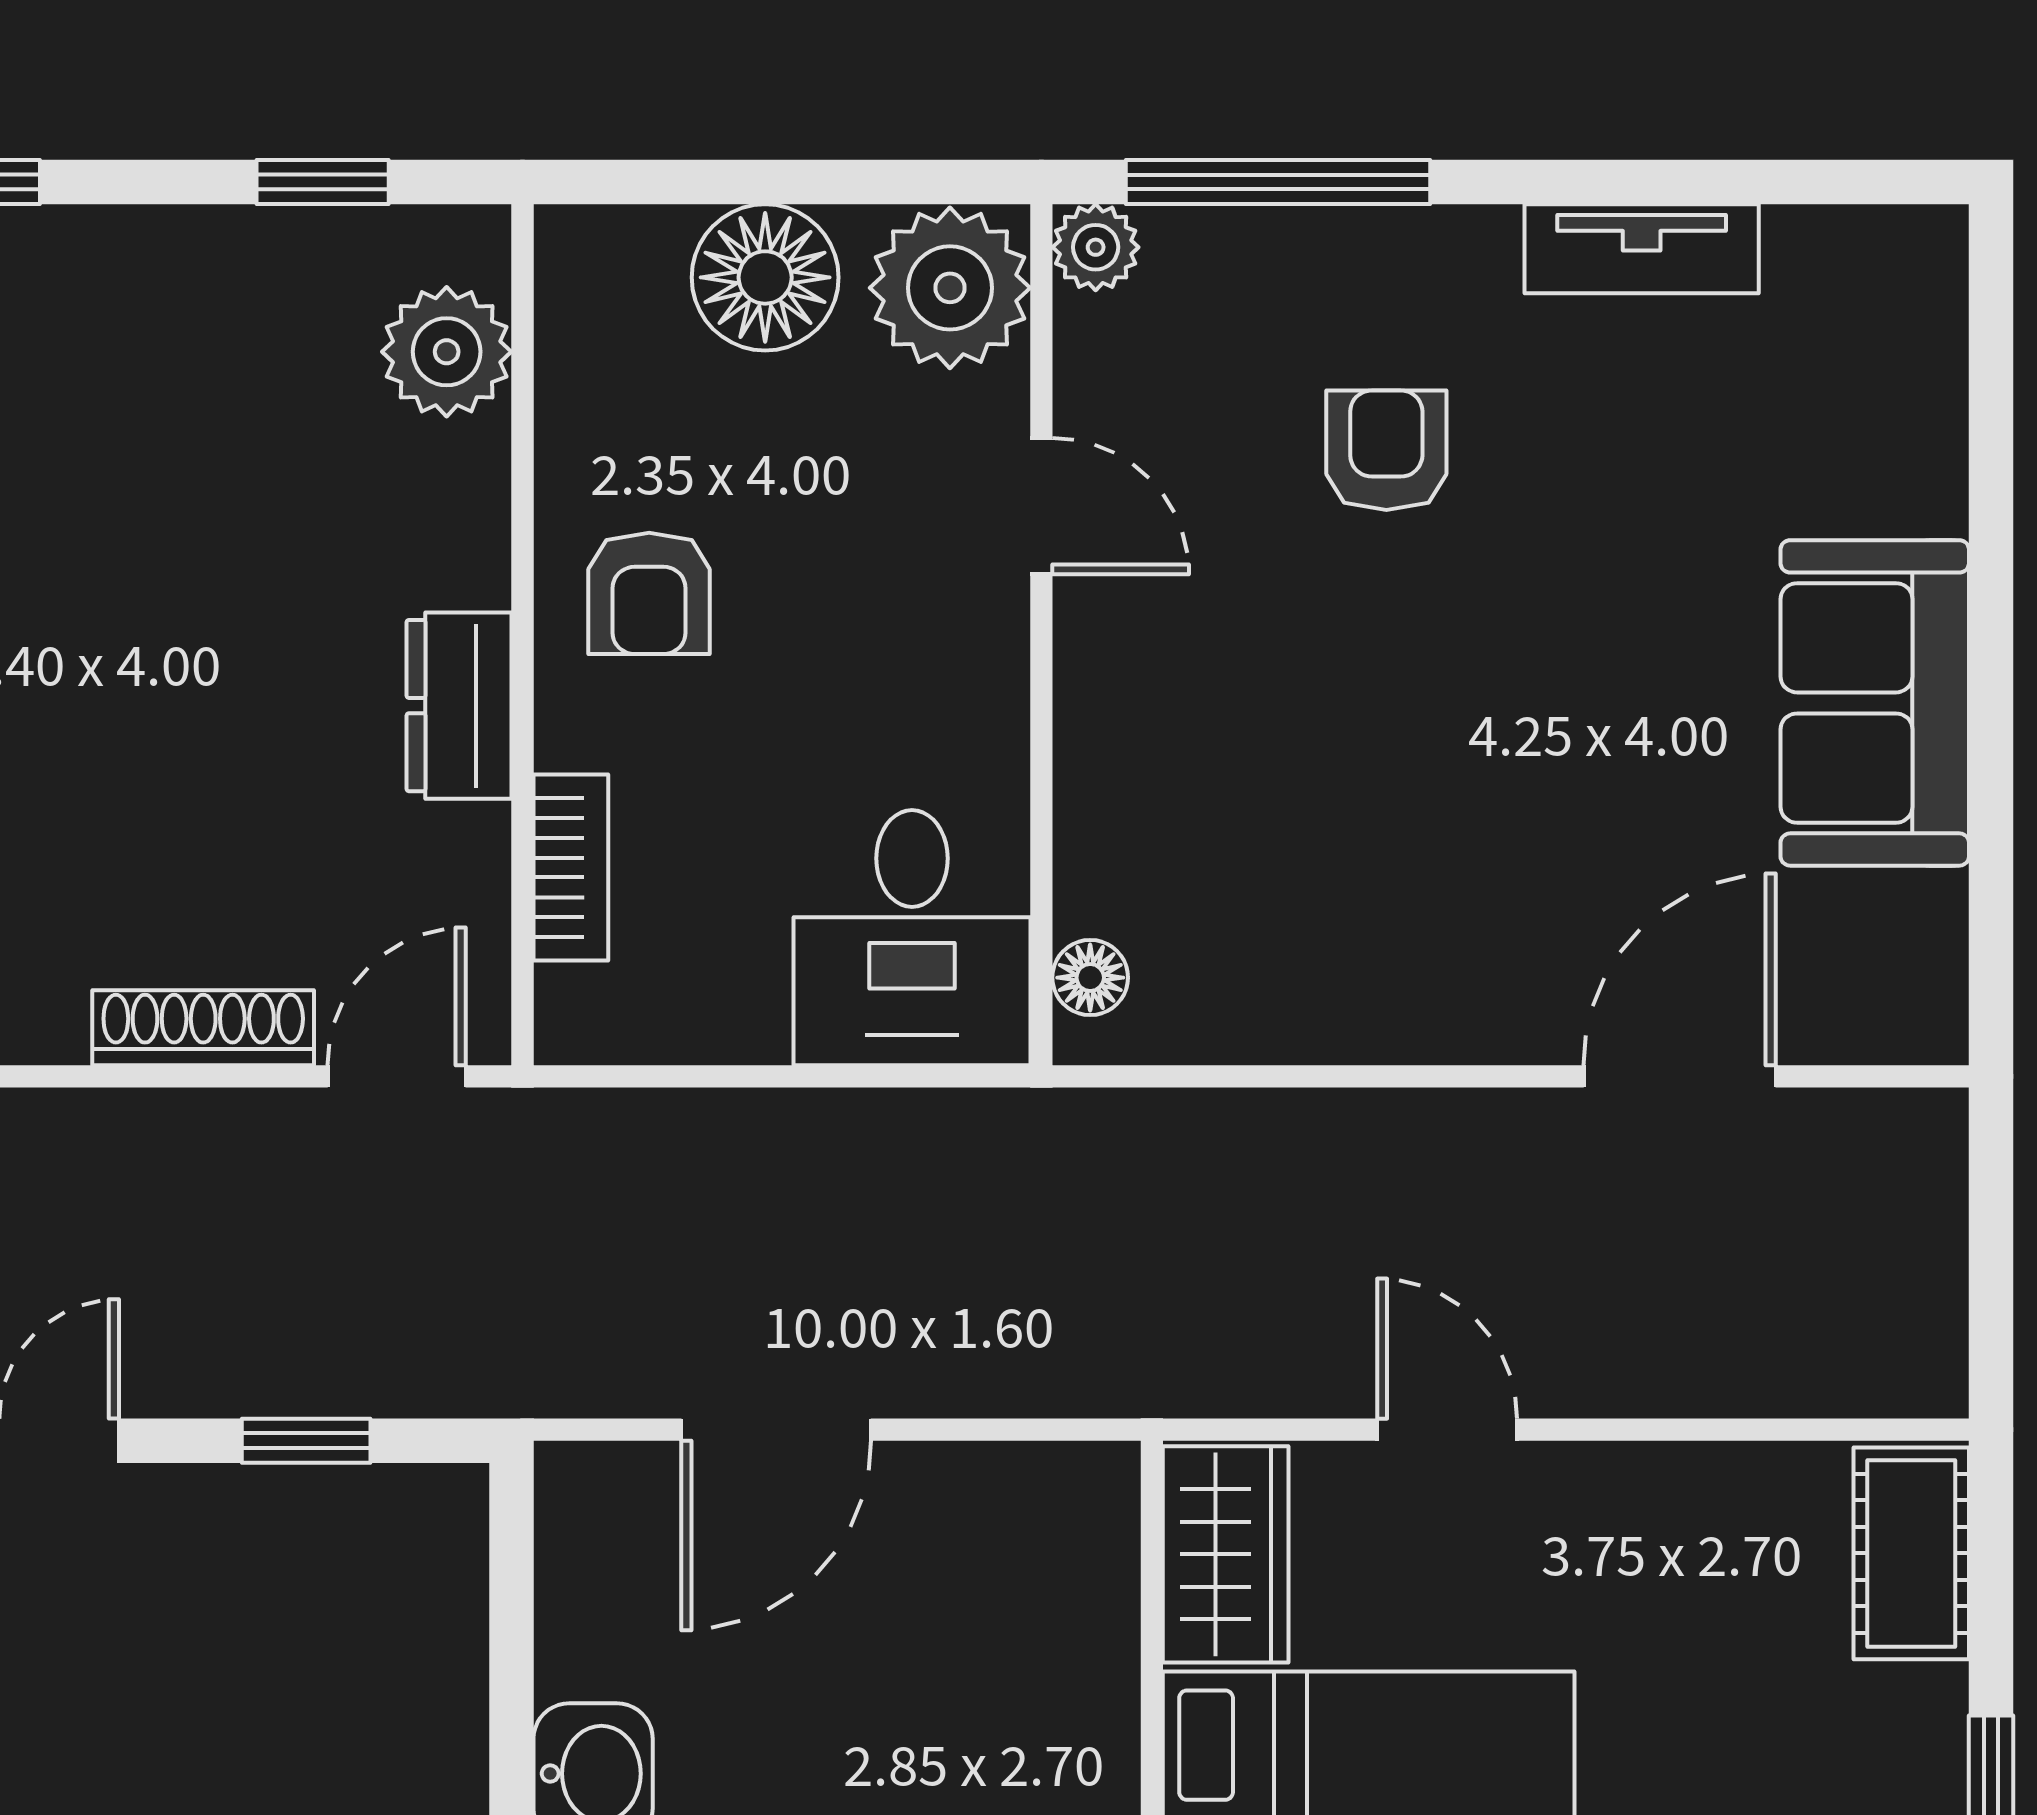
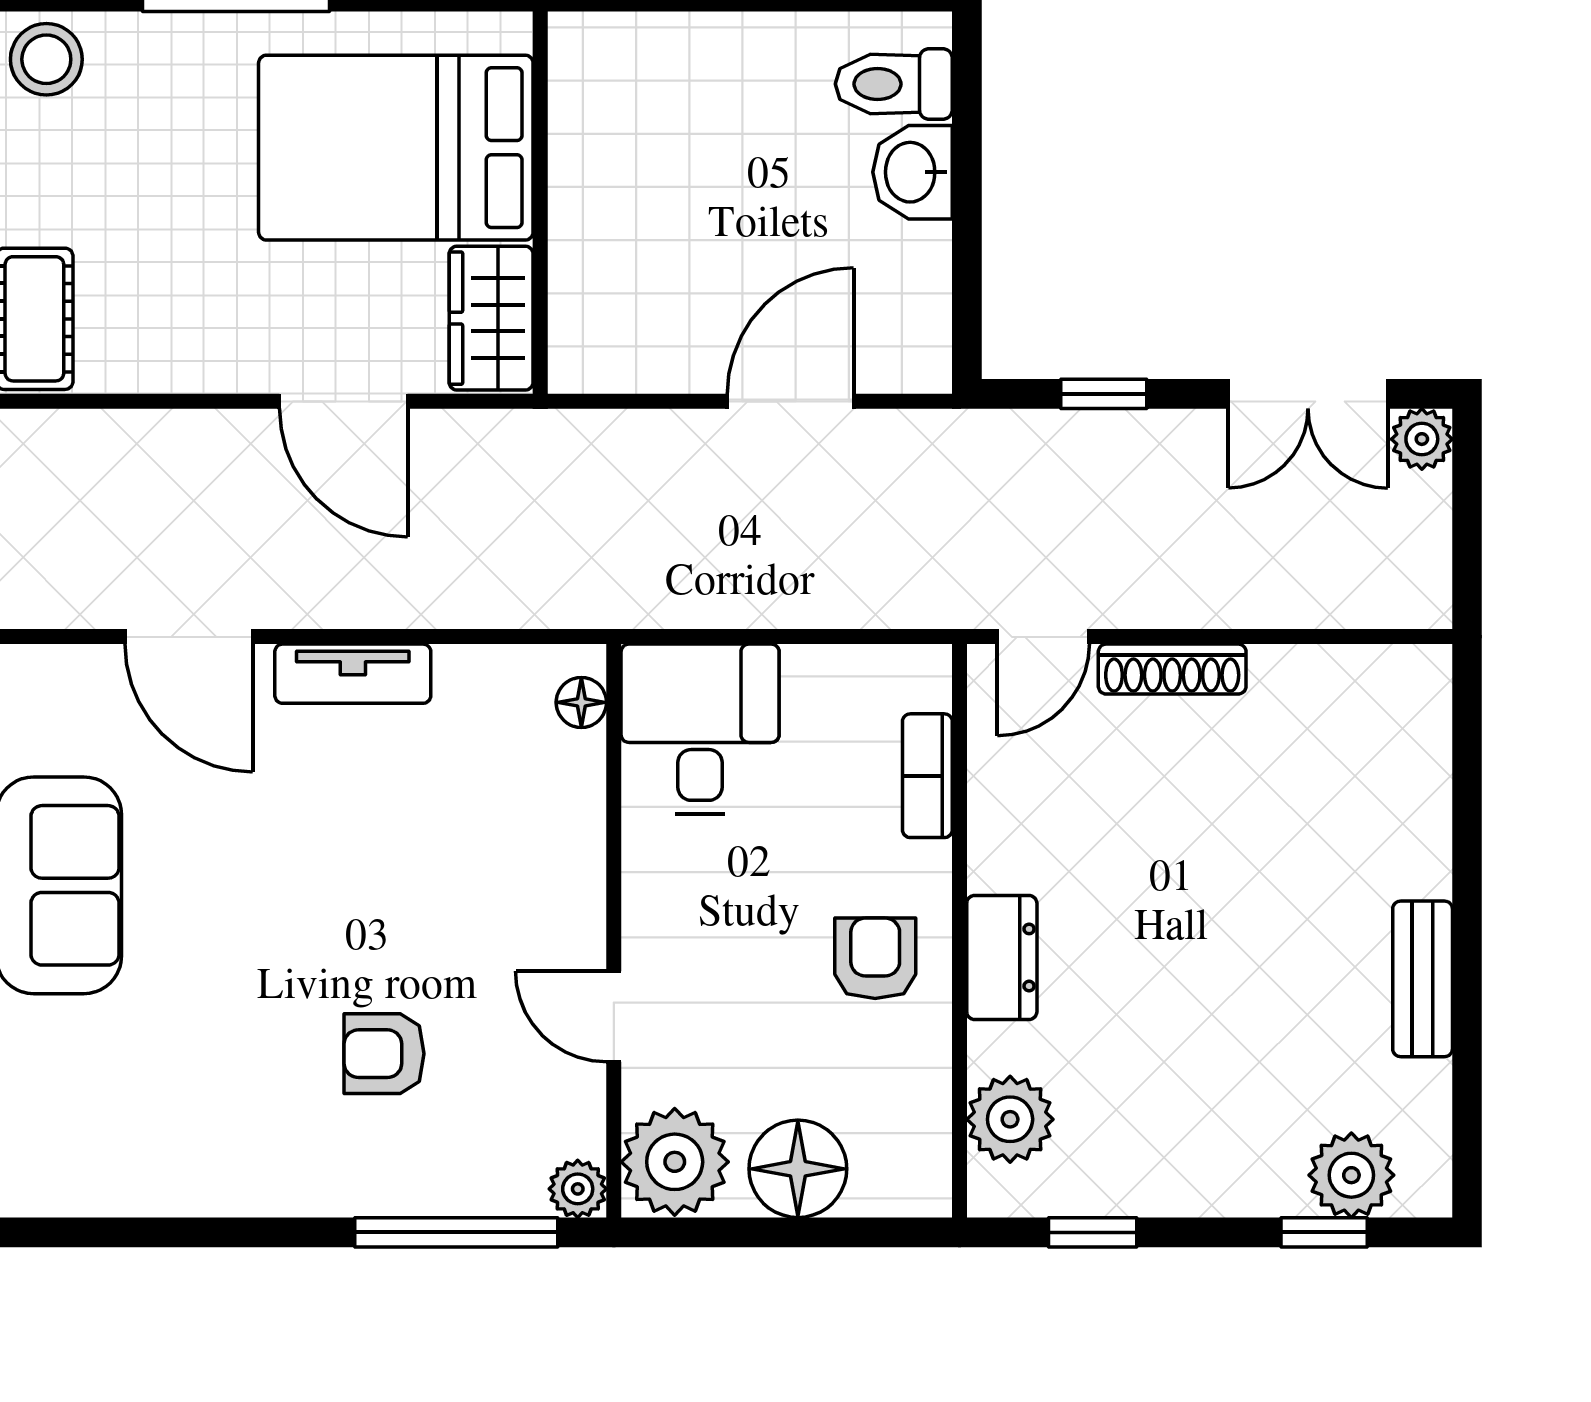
tv unit: (1642, 249) -> (353, 674), moved, turned 180
armchair: (1386, 450) -> (384, 1054), turned 90
dresser: (459, 706) -> (1002, 957), moved
door: (1680, 1076) -> (189, 637), hinge flipped
door: (1447, 1430) -> (344, 401), width x1.38

